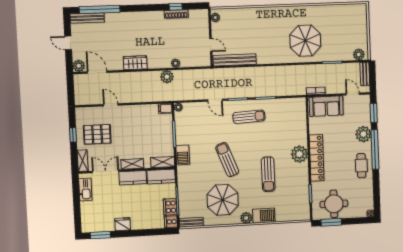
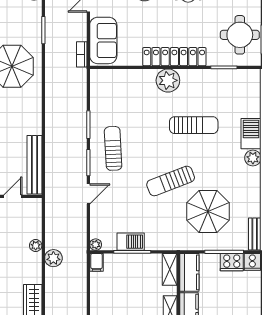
barbecue: (183, 155) -> (131, 242), moved
parasol: (223, 200) -> (208, 211), moved

